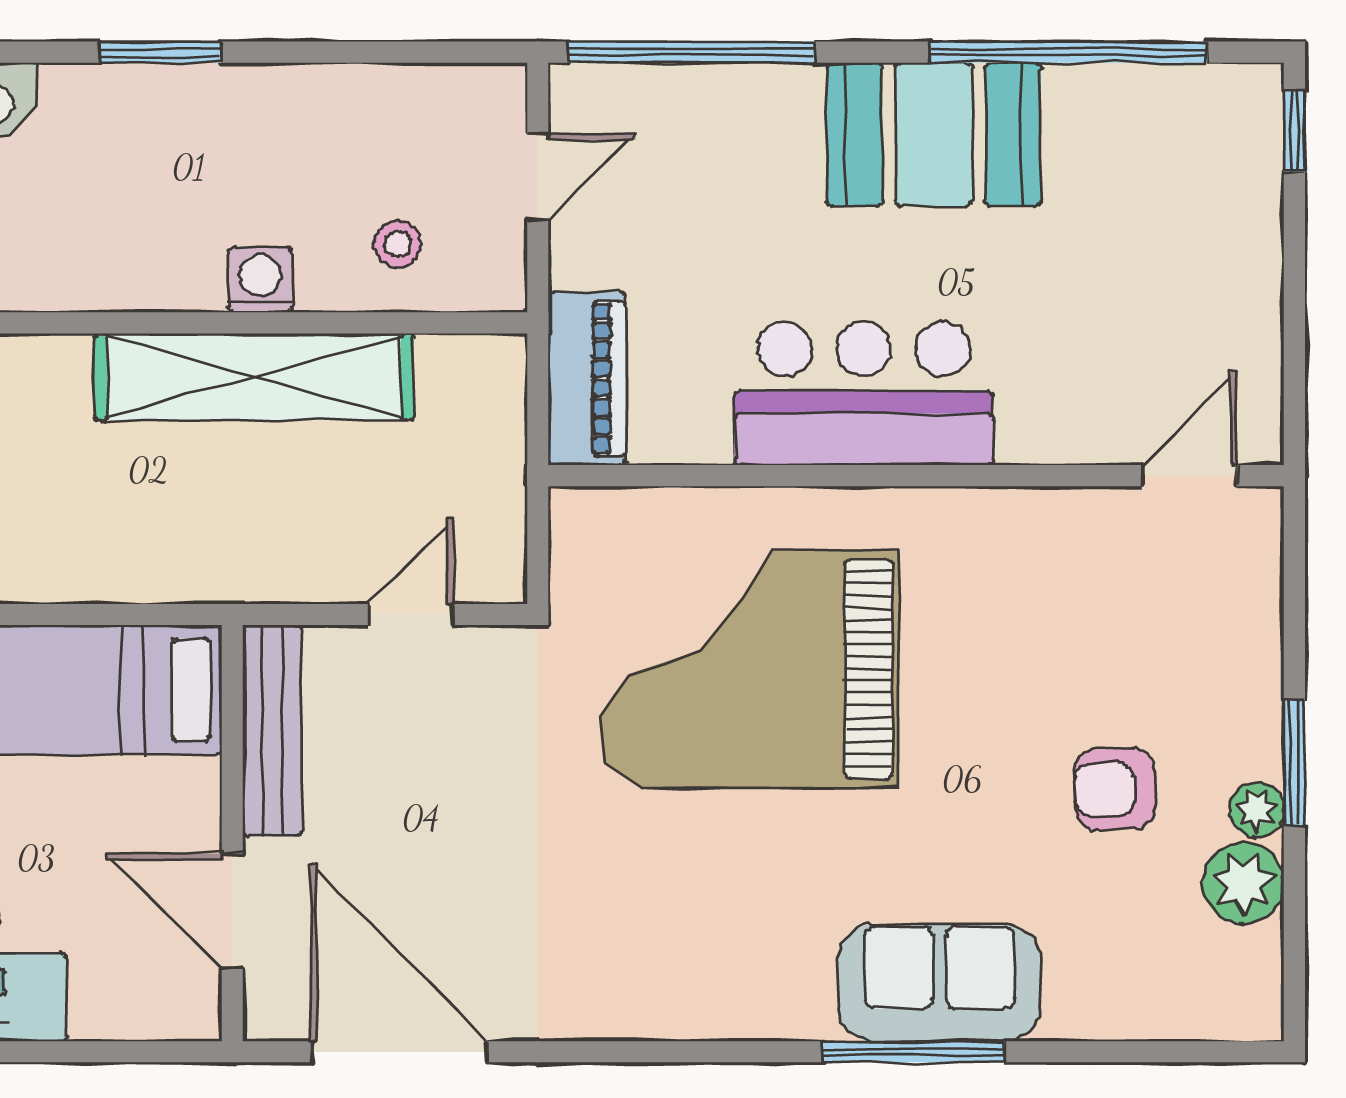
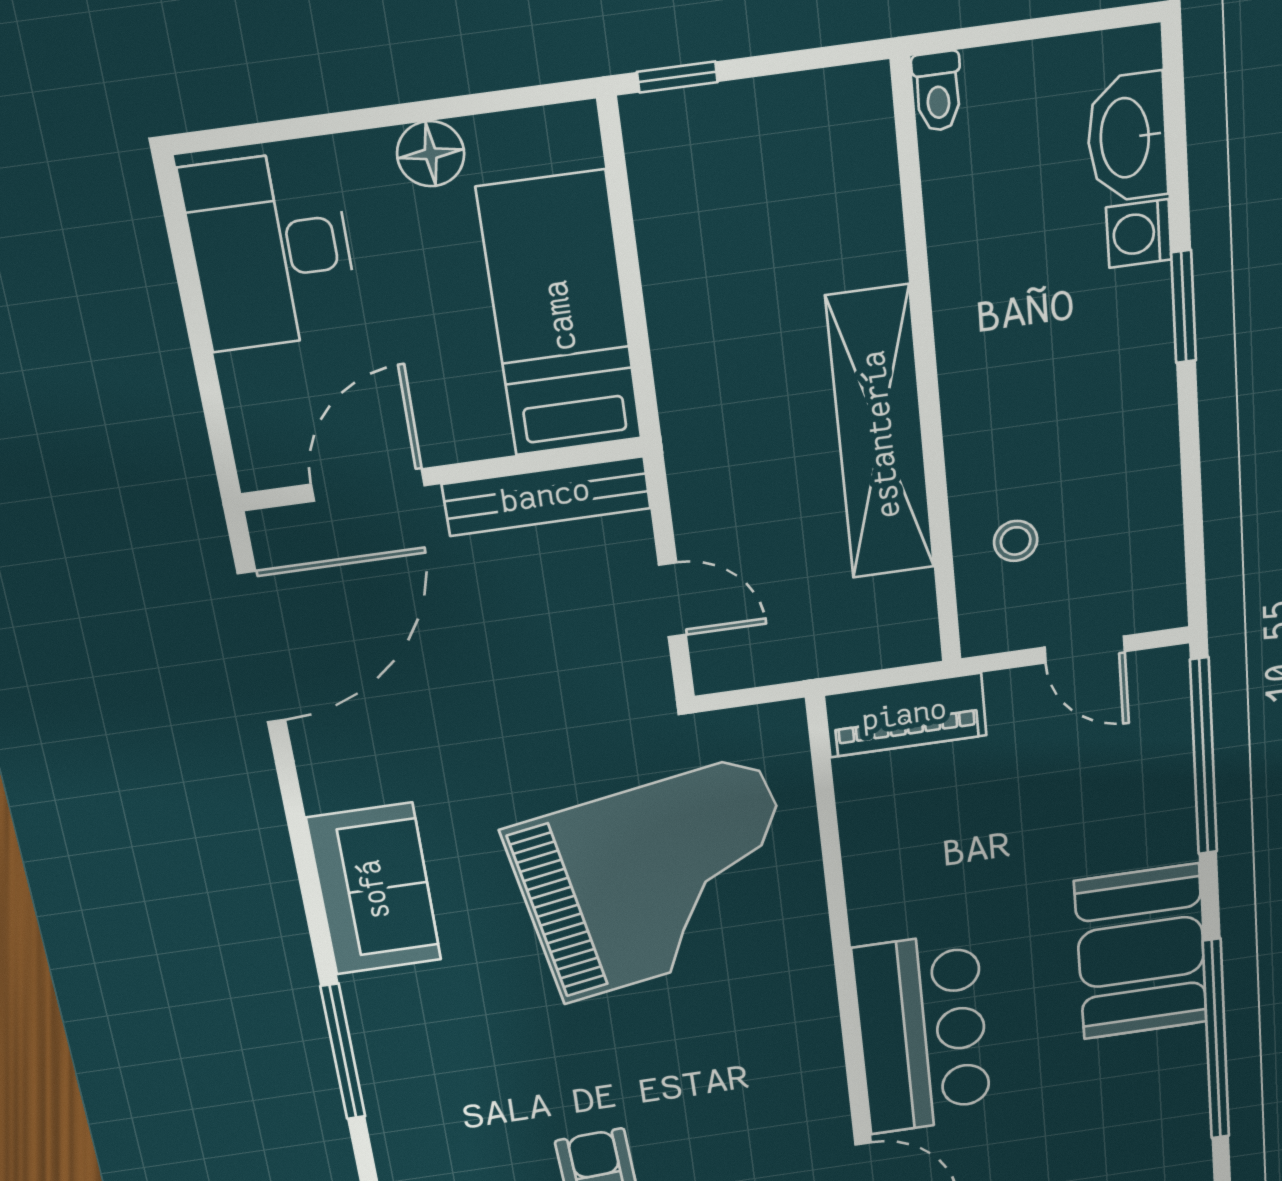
washing machine: (260, 280) -> (1139, 234), moved, turned 180
bar counter: (864, 393) -> (923, 1034), moved
grand piano: (749, 669) -> (660, 880), turned 80
sofa: (939, 983) -> (374, 889), moved

